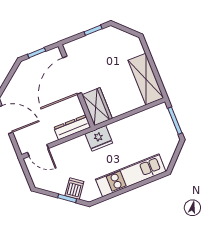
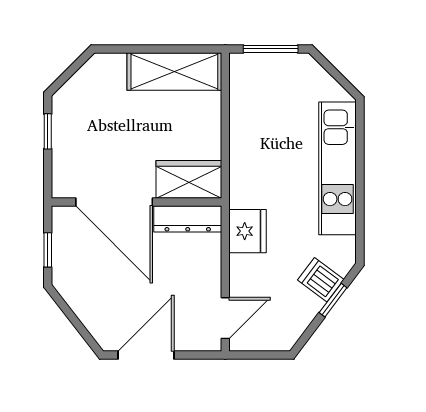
dresser: (72, 127) -> (188, 219), moved, turned -90
fridge: (99, 138) -> (248, 231), moved

